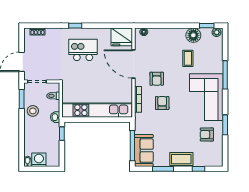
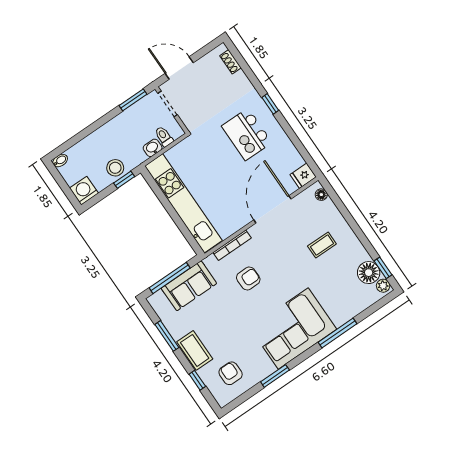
floor lamp: (193, 35) -> (369, 273), moved
fridge: (122, 37) -> (303, 176), width x0.53, depth x0.75
kitchen island: (83, 50) -> (247, 134), turned 180
coffee table: (188, 58) -> (322, 245), moved
armchair: (157, 79) -> (274, 251), removed
stool: (33, 111) -> (115, 168), moved
washbasin: (55, 117) -> (153, 148), moved
armchair: (207, 134) -> (231, 373), moved
sofa: (144, 151) -> (189, 286), moved
washing machine: (39, 160) -> (84, 191), moved, turned -90

